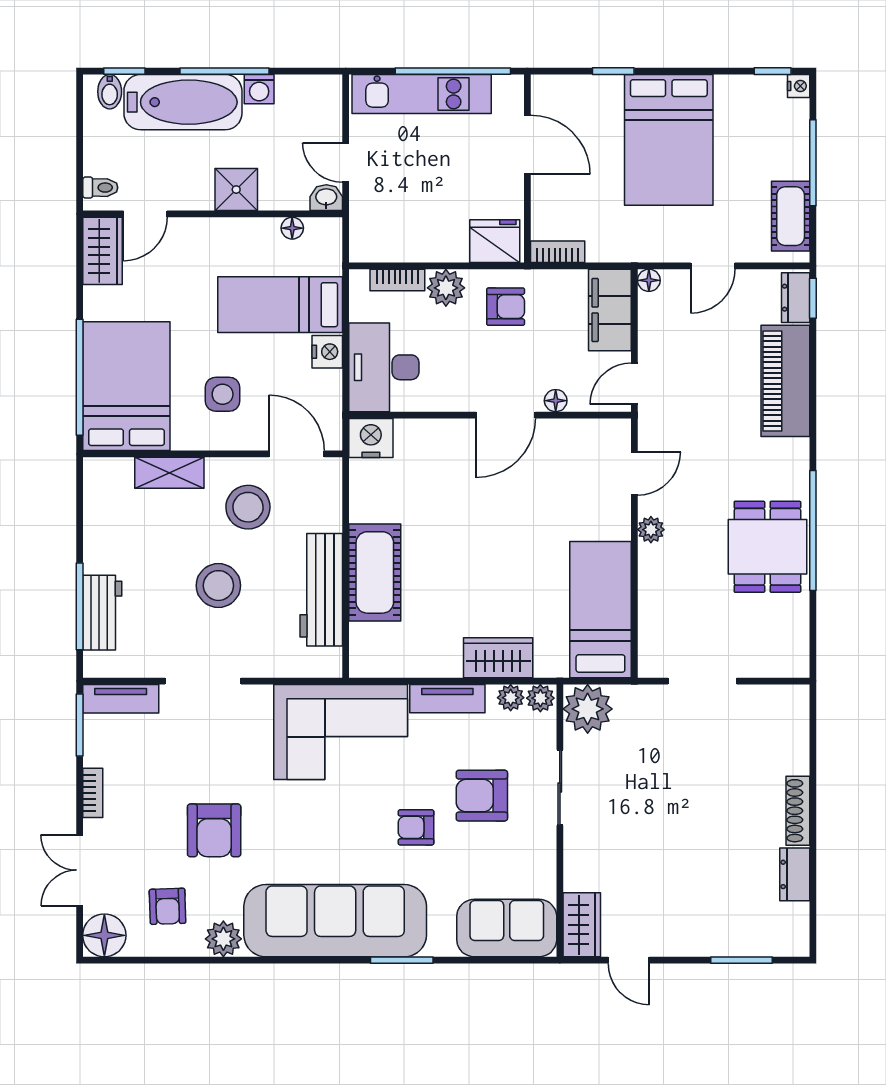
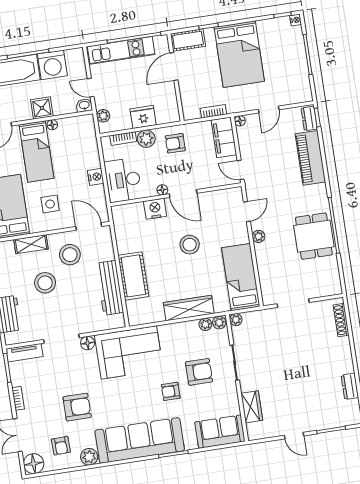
washing machine: (259, 89) -> (52, 65), width x1.89, depth x1.89
door: (527, 145) -> (174, 67), swing flipped
cot: (791, 216) -> (188, 40), moved, turned 90
plant: (363, 226) -> (103, 116), added
floor lamp: (292, 228) -> (52, 125), moved
fridge: (495, 241) -> (143, 117), moved
bookcase: (558, 252) -> (213, 111), moved
bed: (280, 305) -> (36, 152), moved, turned -90
armchair: (506, 307) -> (175, 143), turned 180
door: (634, 384) -> (241, 170), hinge flipped
floor lamp: (556, 401) -> (162, 190), moved
door: (506, 415) -> (183, 194), hinge flipped
nightstand: (371, 438) -> (155, 209), moved
stool: (503, 525) -> (190, 245), added
stool: (218, 586) -> (45, 283), moved
wardrobe: (498, 658) -> (189, 308), width x1.50
floor lamp: (257, 699) -> (88, 343), added
tv unit: (447, 699) -> (176, 329), removed
plant: (588, 709) -> (236, 320), width x0.53, depth x0.53
armchair: (482, 796) -> (199, 372), turned 180
shoe rack: (798, 811) -> (341, 320), moved
armchair: (214, 830) -> (77, 407), turned -90
wardrobe: (582, 925) -> (252, 407), moved
door: (629, 960) -> (294, 436), moved

